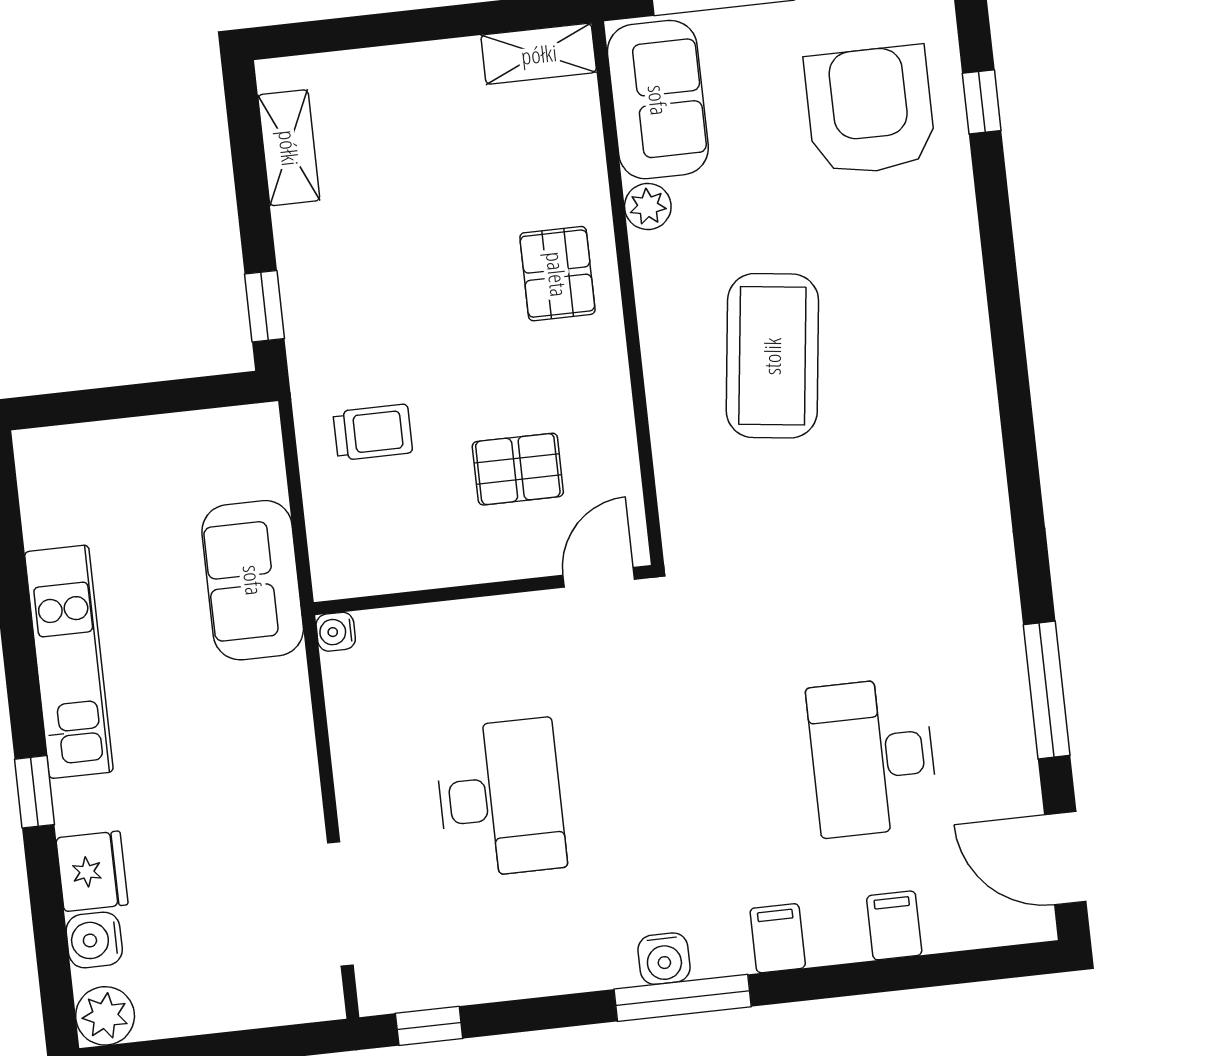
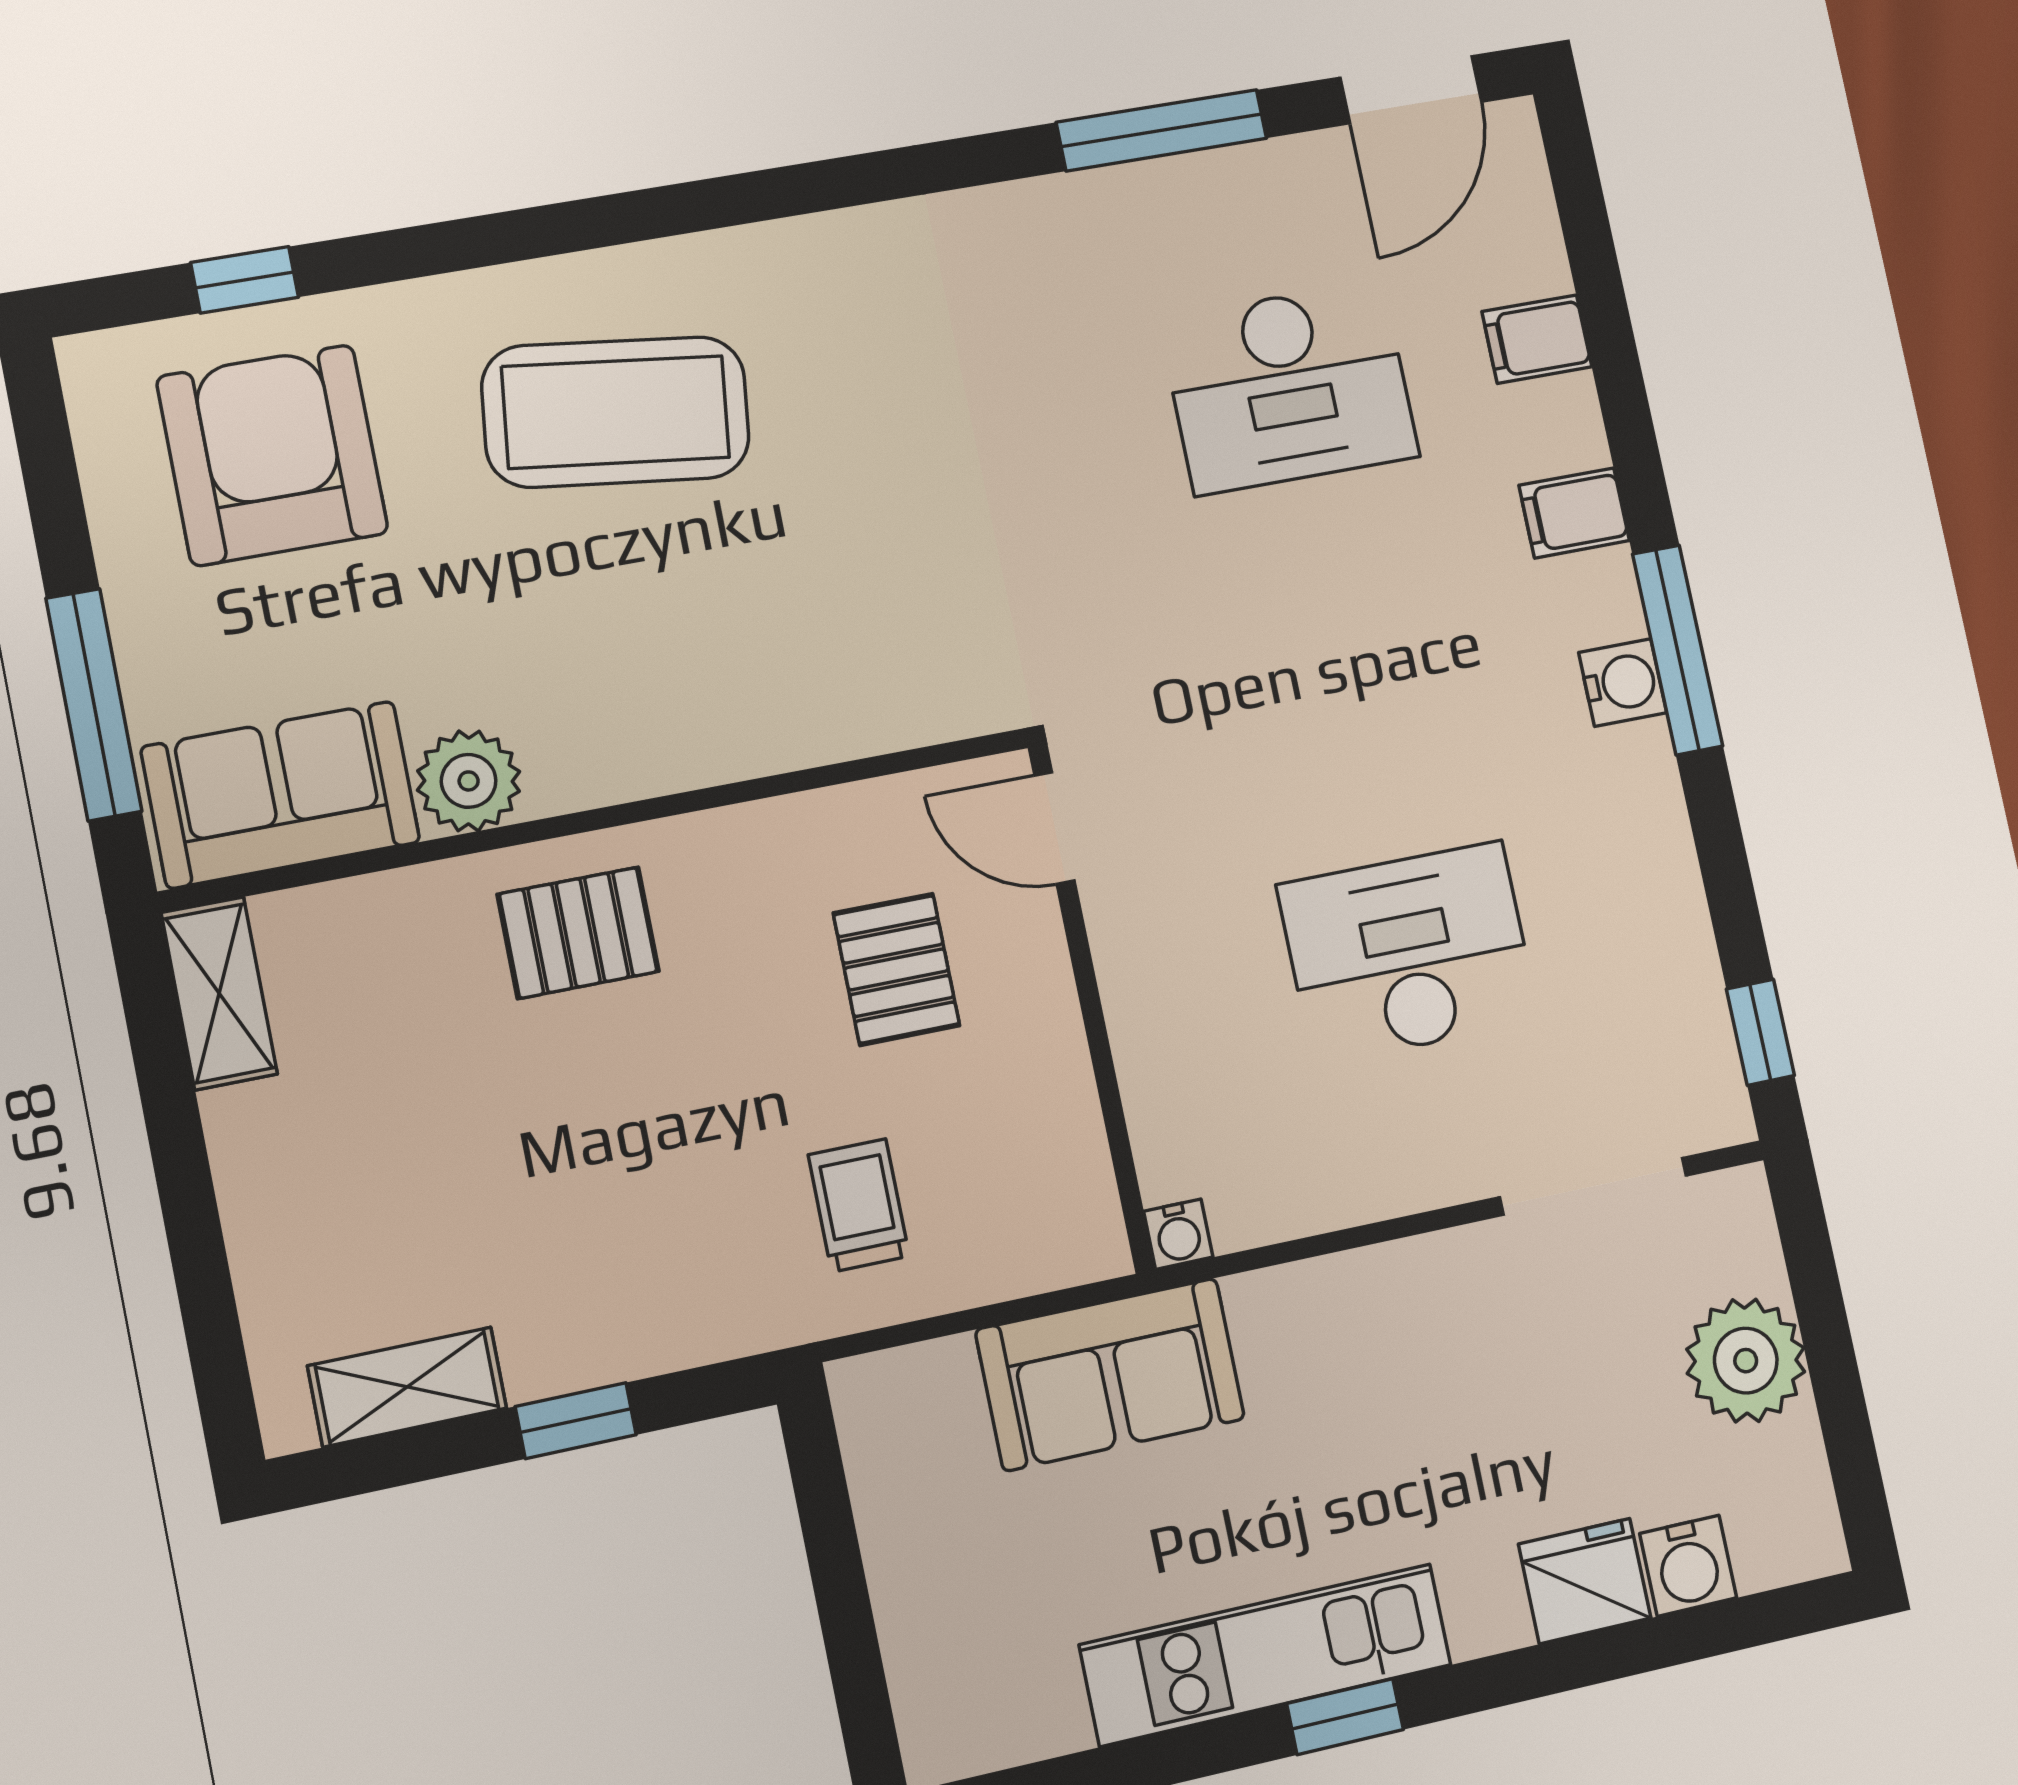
armchair: (870, 111) -> (272, 455), turned 90
plant: (648, 206) -> (469, 781), width x1.38, depth x1.38
window: (265, 306) -> (576, 1421), moved
coffee table: (772, 356) -> (616, 412), moved
window: (34, 792) -> (1345, 1717), moved
plant: (105, 1016) -> (1746, 1361), moved, width x1.36, depth x1.36

